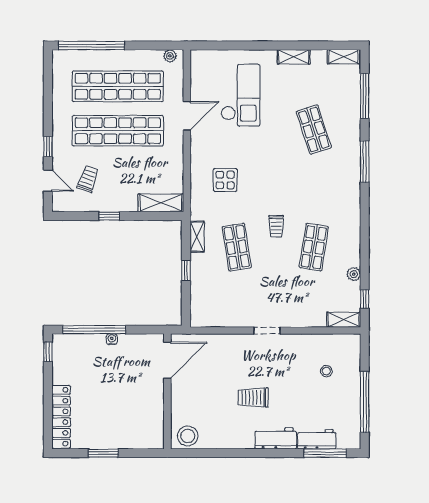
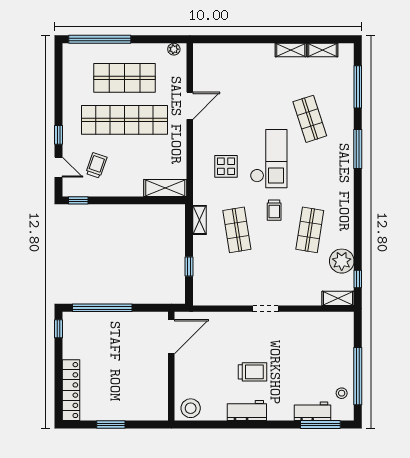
shelving: (343, 57) -> (323, 50), moved
shop shelf: (118, 86) -> (125, 78), width x0.71
checkout: (241, 95) -> (269, 159), moved
window: (109, 216) -> (78, 200), moved
window: (186, 270) -> (189, 266), moved
plant: (354, 274) -> (342, 261), width x1.87, depth x1.87
water cooler: (112, 339) -> (119, 317), removed
stool: (326, 371) -> (342, 393), moved
trolley: (253, 398) -> (252, 372), turned 180
workbench: (276, 438) -> (247, 410), moved

